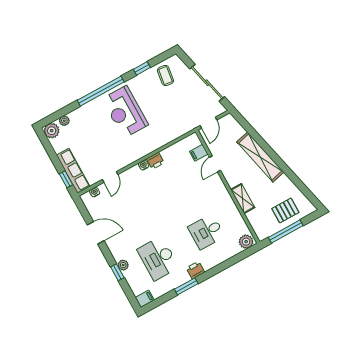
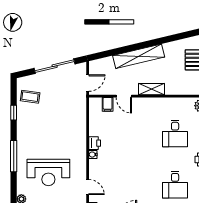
window: (101, 91) -> (14, 156), width x0.68
reception desk: (125, 112) -> (48, 172), moved
door: (208, 123) -> (88, 83), hinge flipped
shelving: (243, 199) -> (151, 89), moved
desk: (158, 258) -> (175, 185), width x0.73

